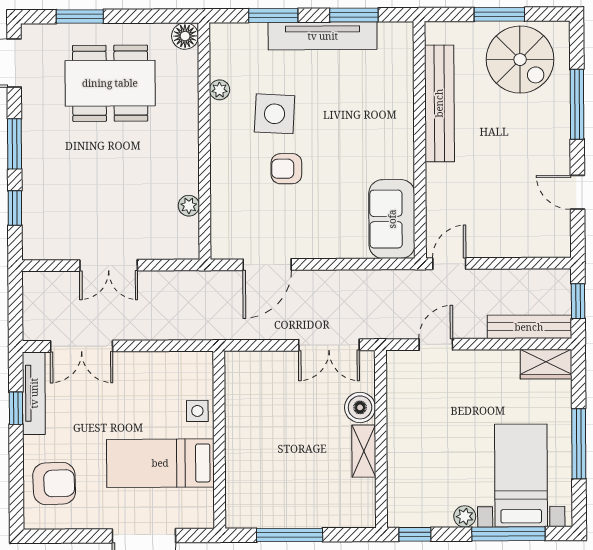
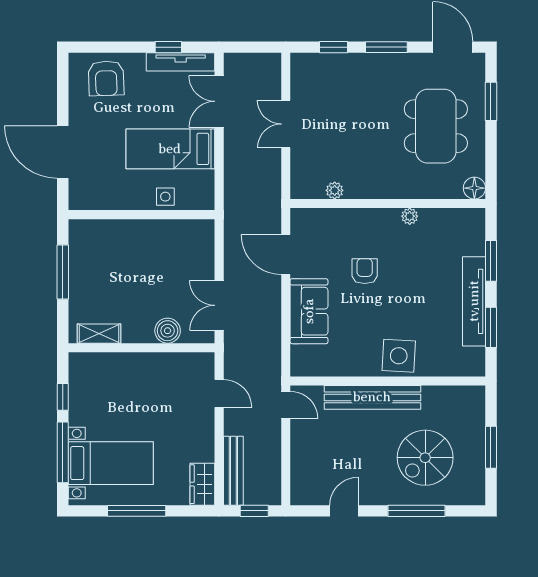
spiral stairs: (520, 60) -> (425, 458), moved
plant: (220, 90) -> (410, 216), moved
bench: (439, 103) -> (372, 397), moved
side table: (275, 114) -> (399, 356), moved
sofa: (392, 219) -> (309, 311), moved, turned 90
shelving: (364, 451) -> (99, 334), moved
bed: (160, 463) -> (170, 149), moved, turned -90
plant: (465, 516) -> (77, 417), removed
window: (415, 534) -> (63, 397), moved

